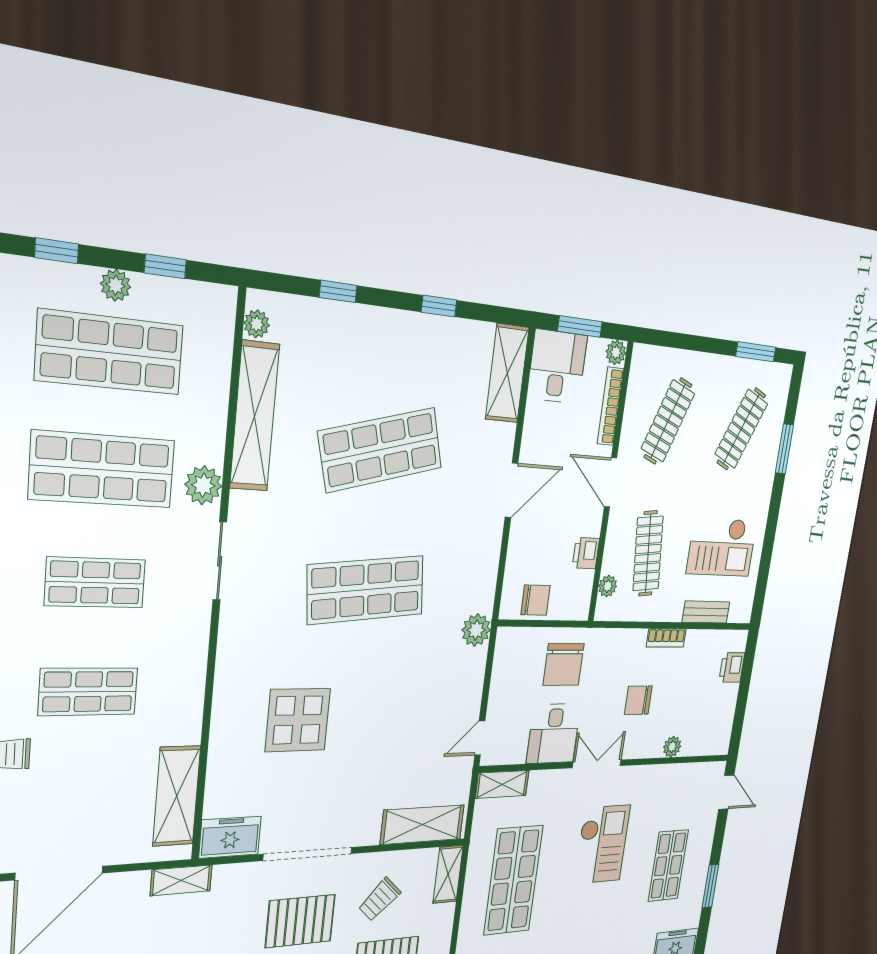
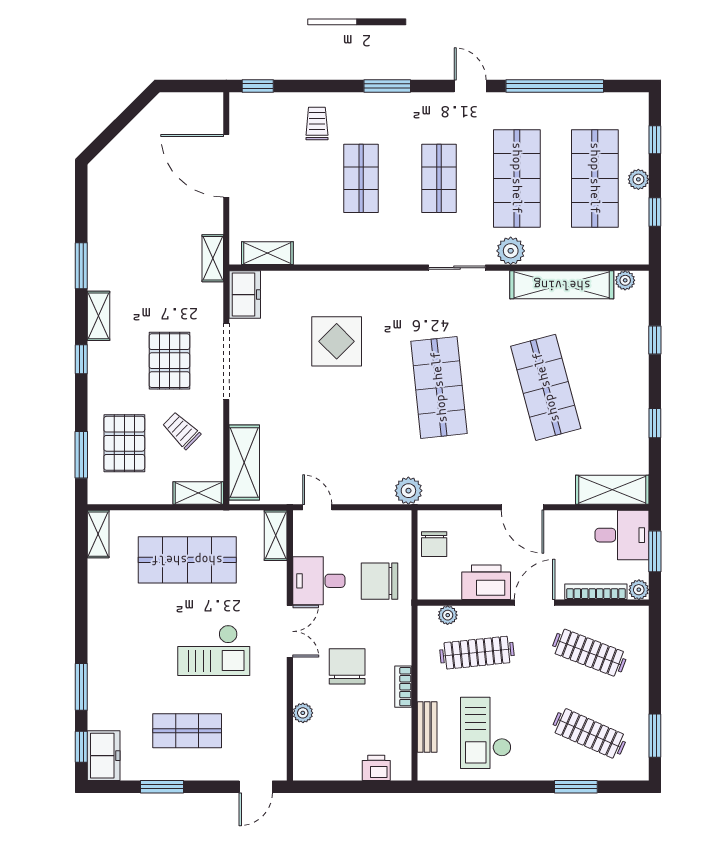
printer: (586, 553) -> (486, 582), width x1.87, depth x1.48
chair: (638, 700) -> (347, 666), width x1.37, depth x1.37
shelving: (177, 796) -> (267, 253), width x0.67, depth x0.75

